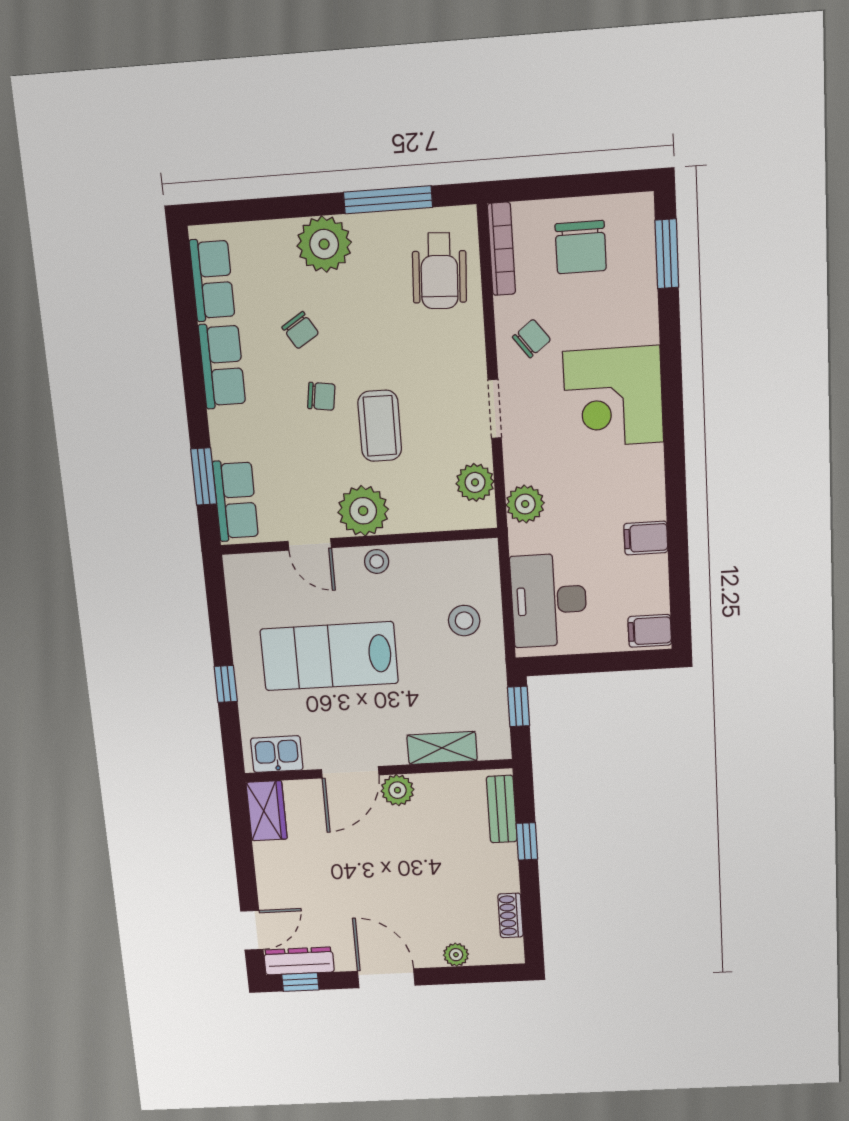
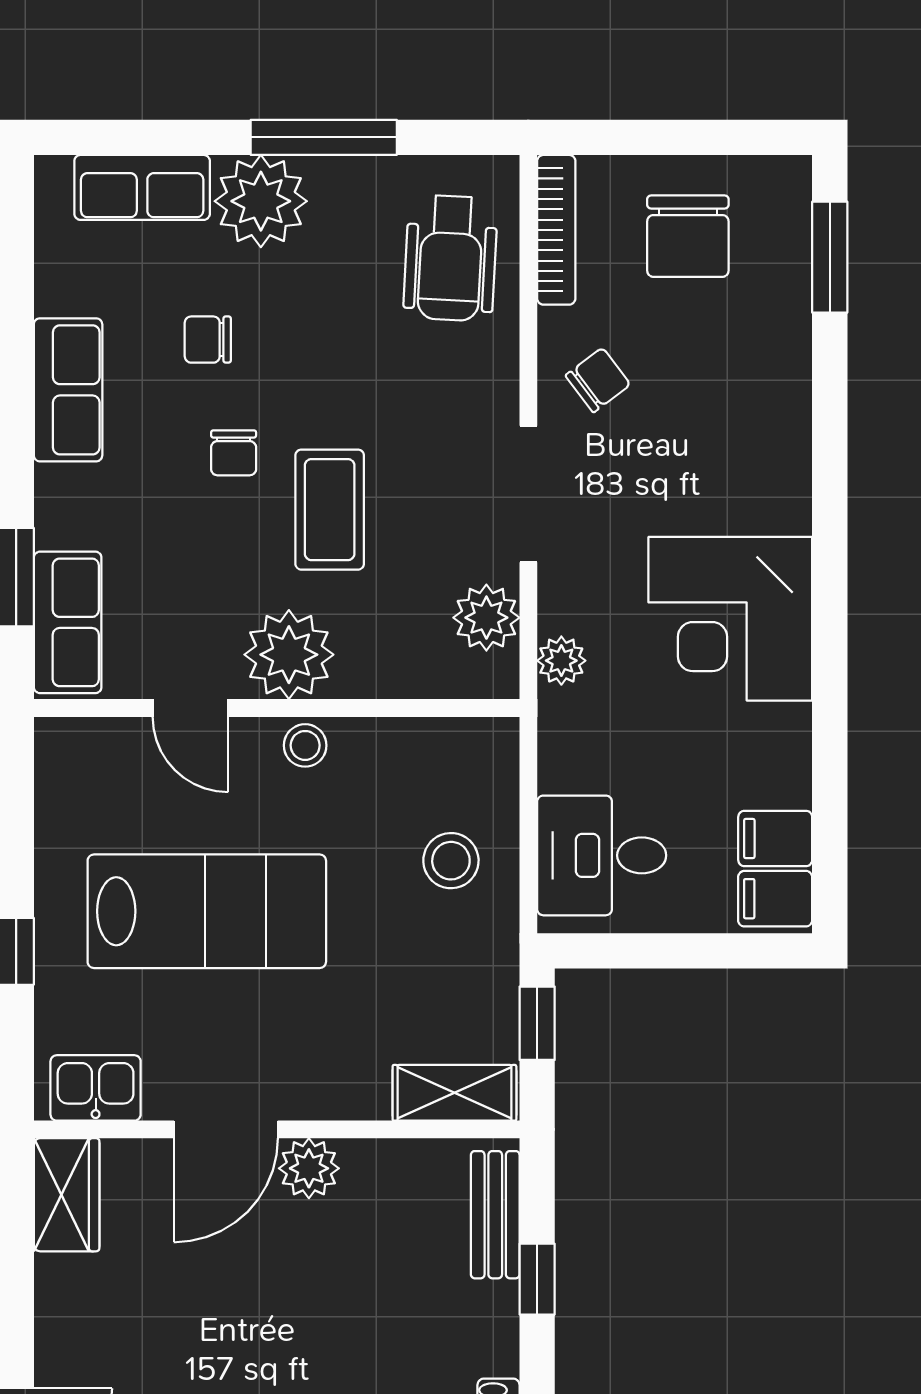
window: (388, 200) -> (324, 137), moved
row of seats: (212, 280) -> (142, 187), moved, turned 90
chair: (300, 330) -> (208, 340), turned 122
chair: (321, 396) -> (234, 453), turned 82
corner desk: (613, 397) -> (730, 619), moved
doorway: (495, 409) -> (528, 494), width x1.38
plant: (525, 504) -> (561, 661), width x0.73, depth x0.73
filing cabinet: (646, 538) -> (775, 838), moved
desk: (549, 600) -> (602, 855), width x0.73
lab bench: (329, 656) -> (207, 911), turned 180
shelving: (442, 748) -> (454, 1093), moved

